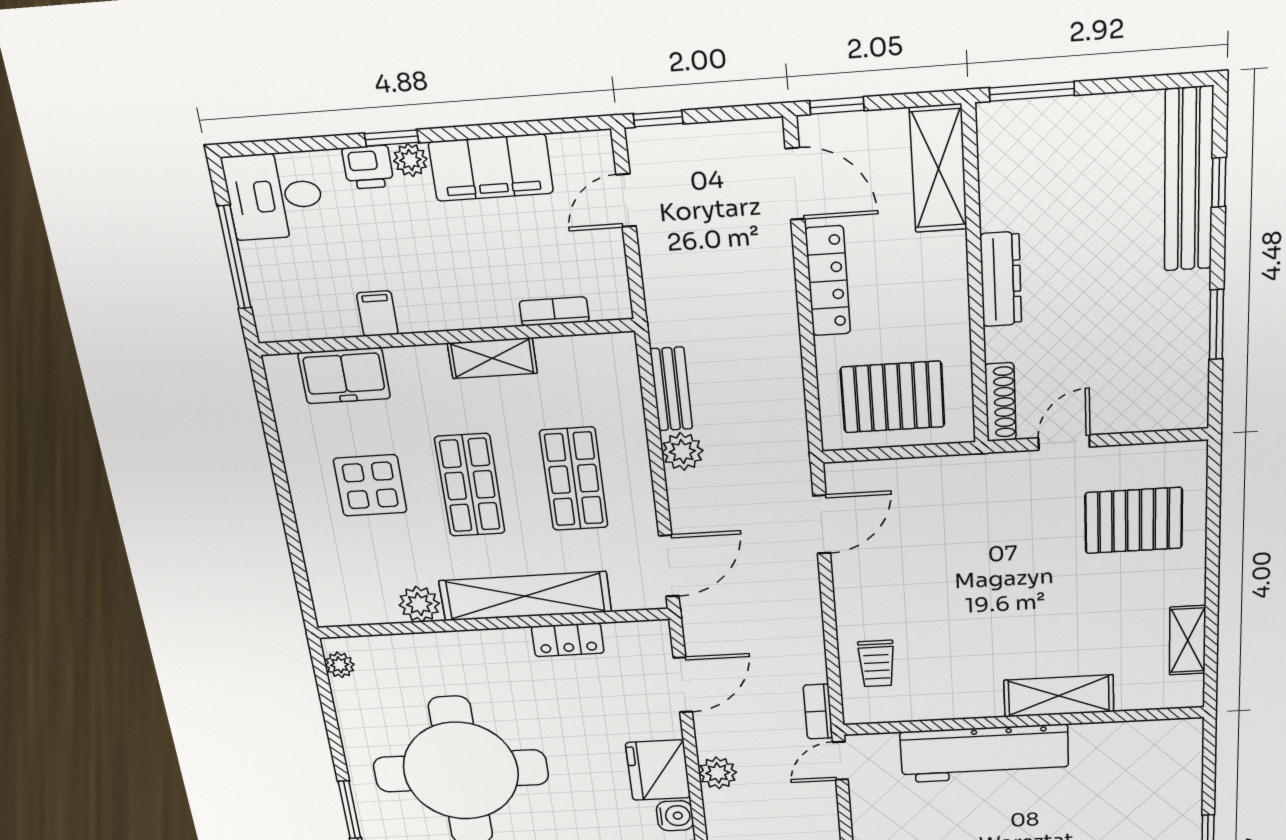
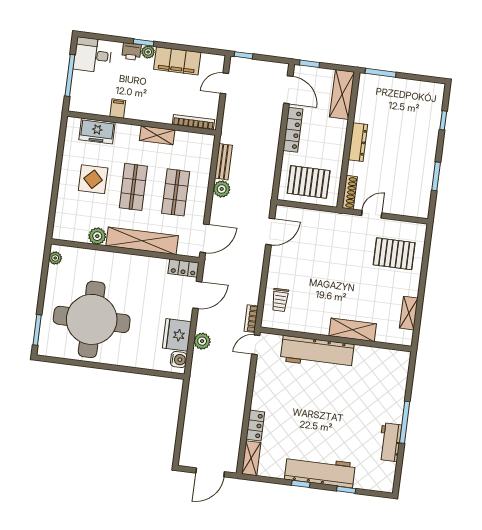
bench: (1189, 180) -> (432, 117), removed
bookcase: (554, 311) -> (193, 122), width x1.56
locker: (568, 640) -> (183, 268), moved

